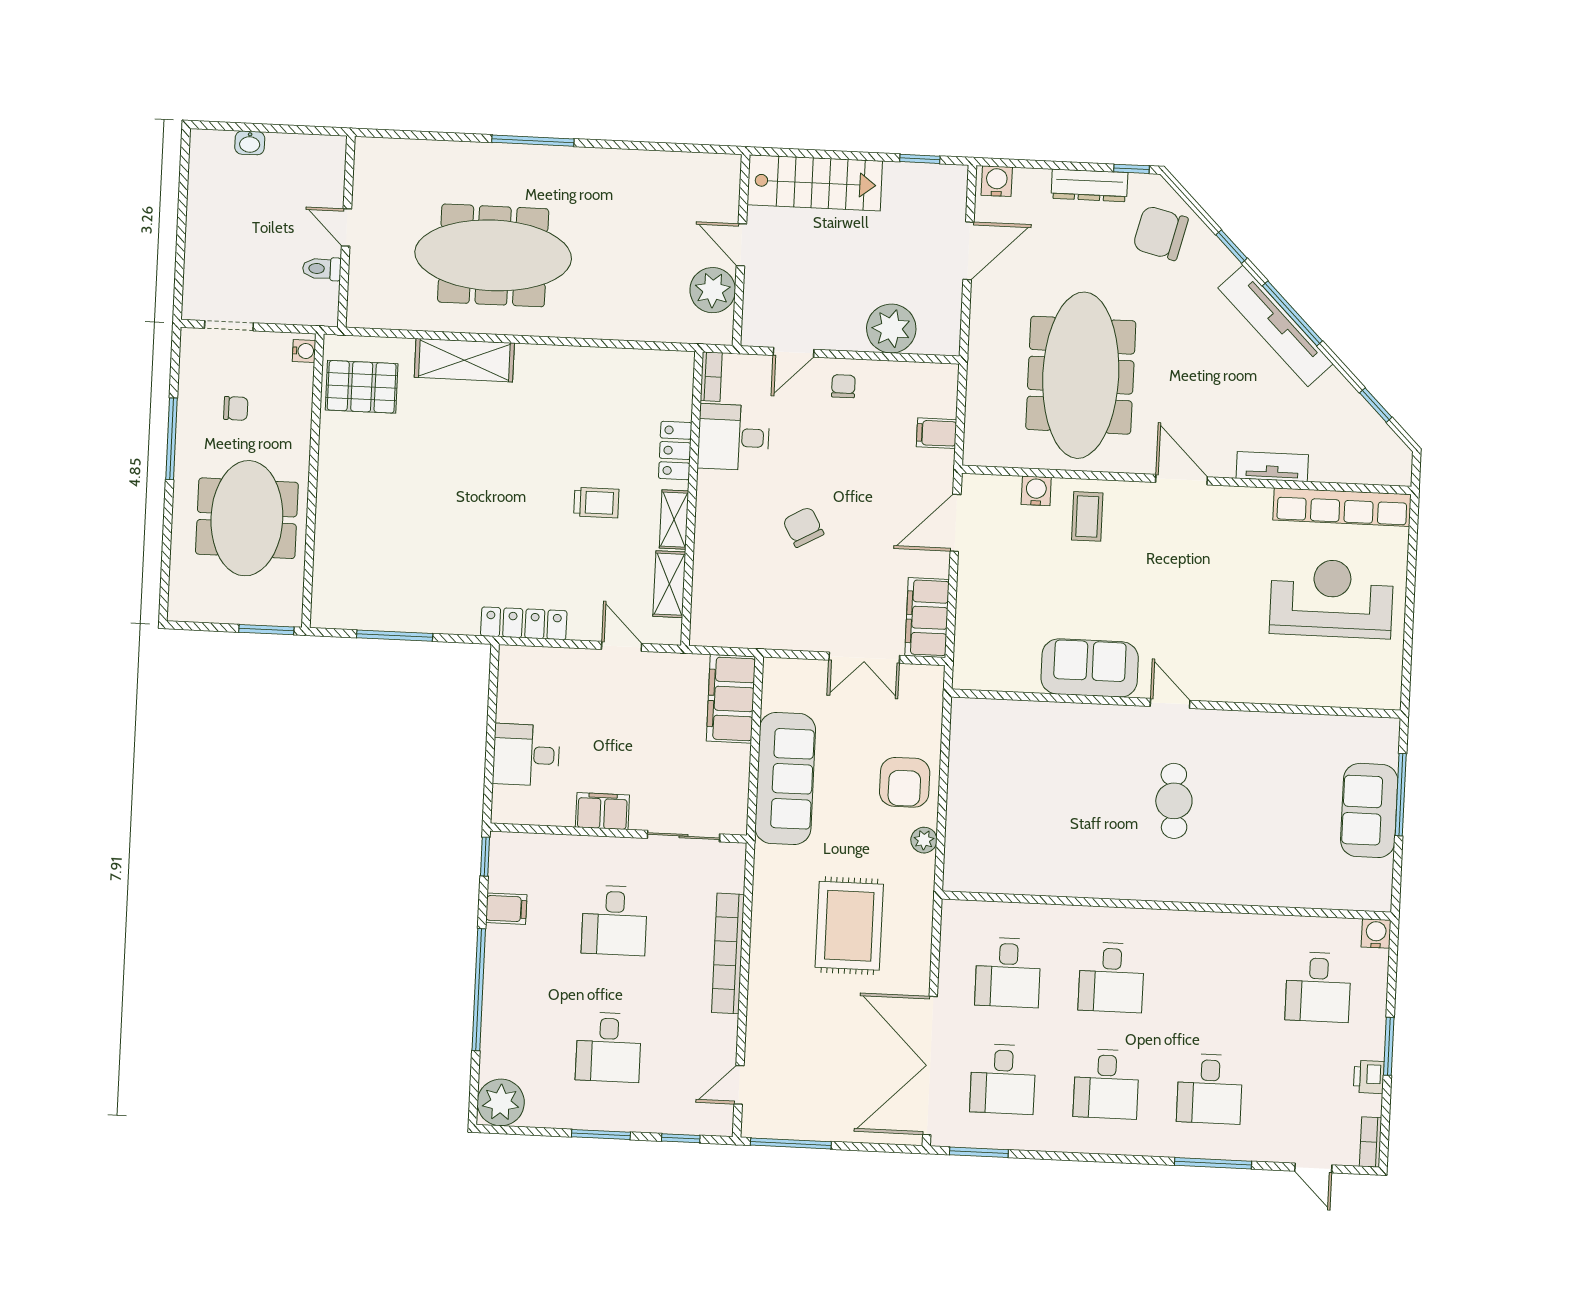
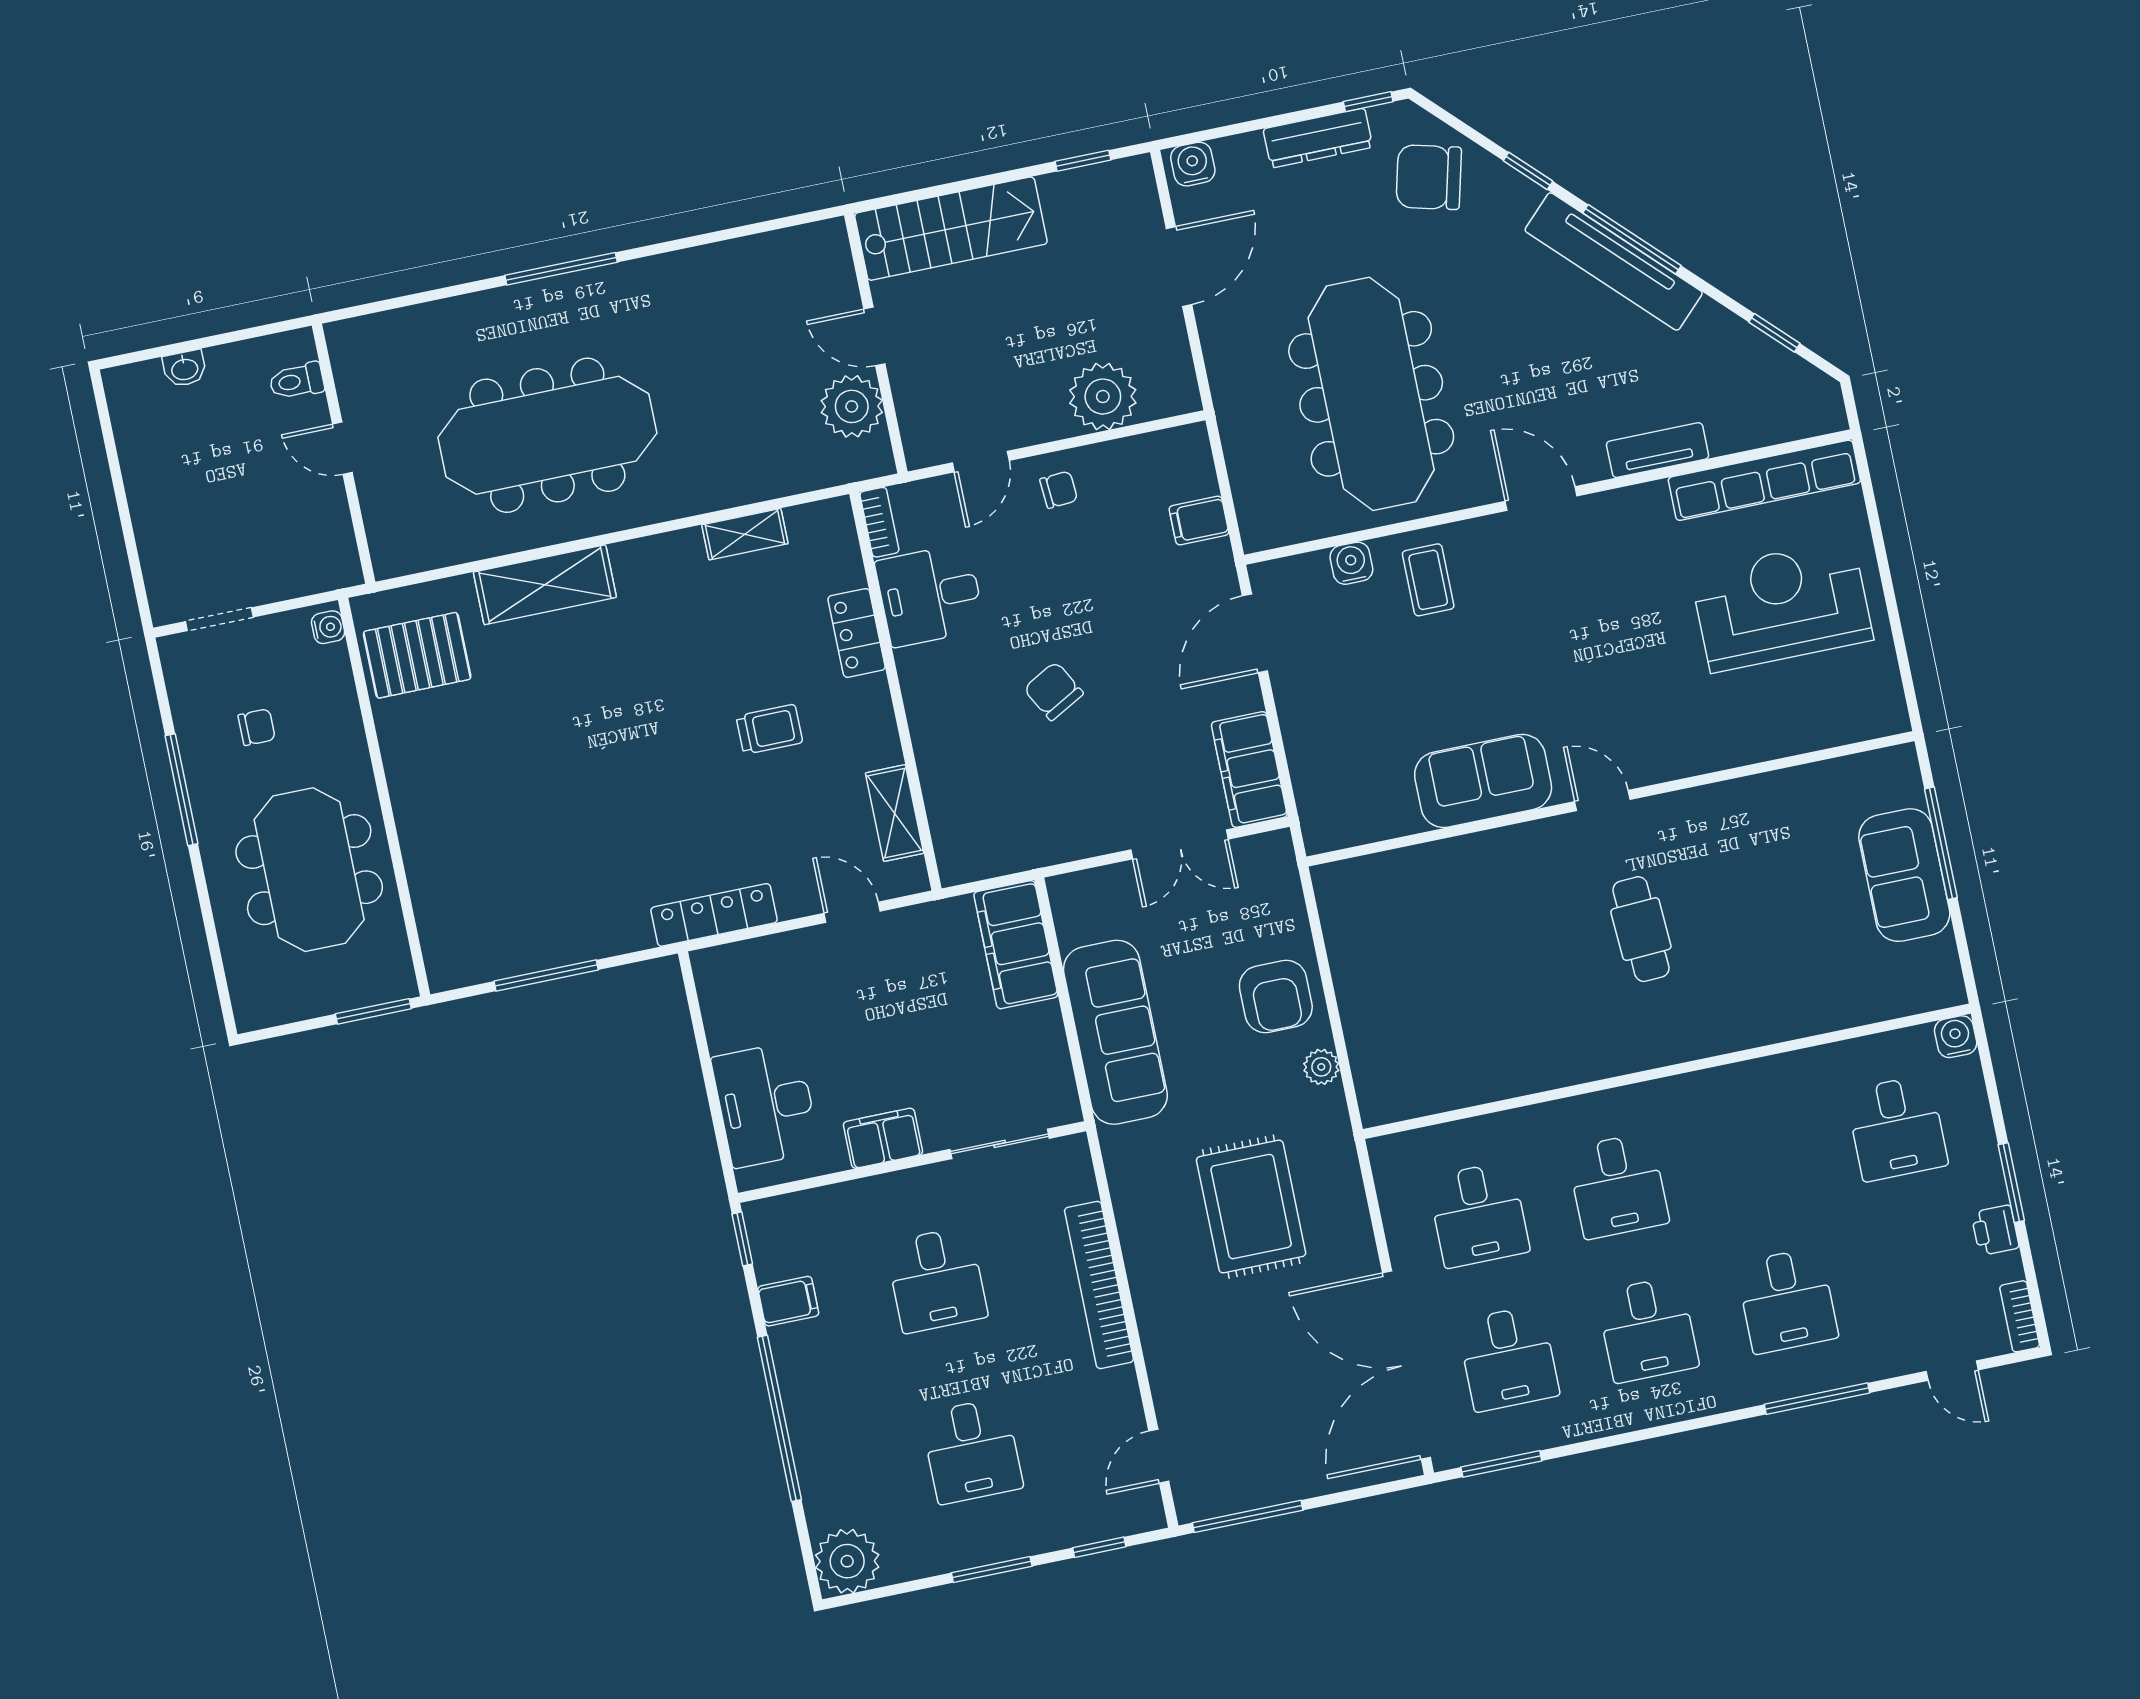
toilet: (322, 269) -> (297, 381), moved
chair: (843, 386) -> (1059, 490), turned 86
shelving: (674, 520) -> (745, 534), moved, turned 90
desk: (526, 755) -> (766, 1104), width x1.37

